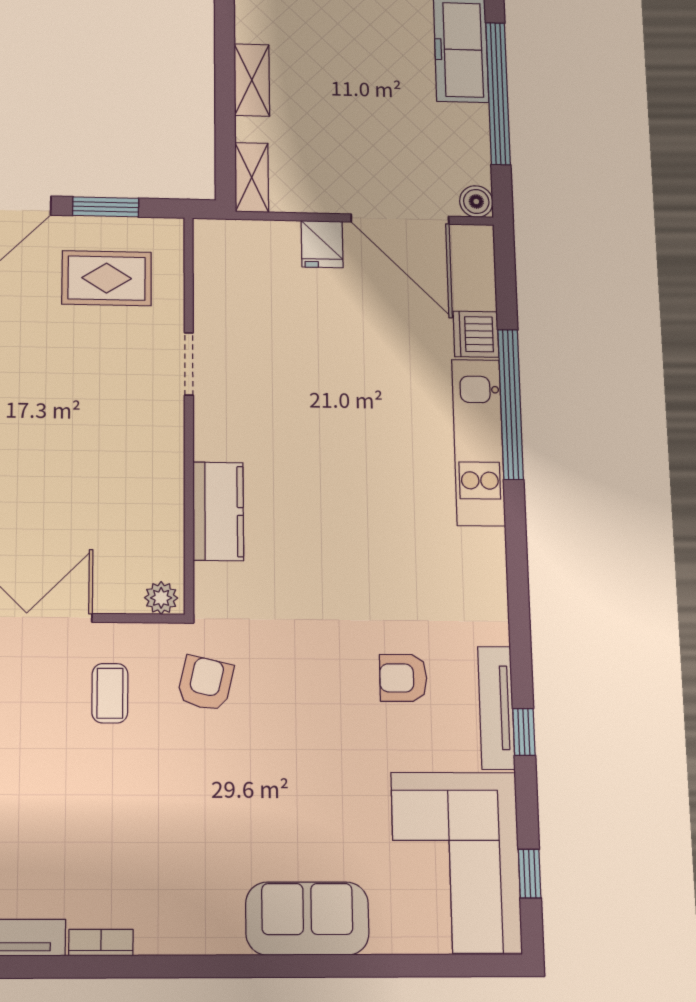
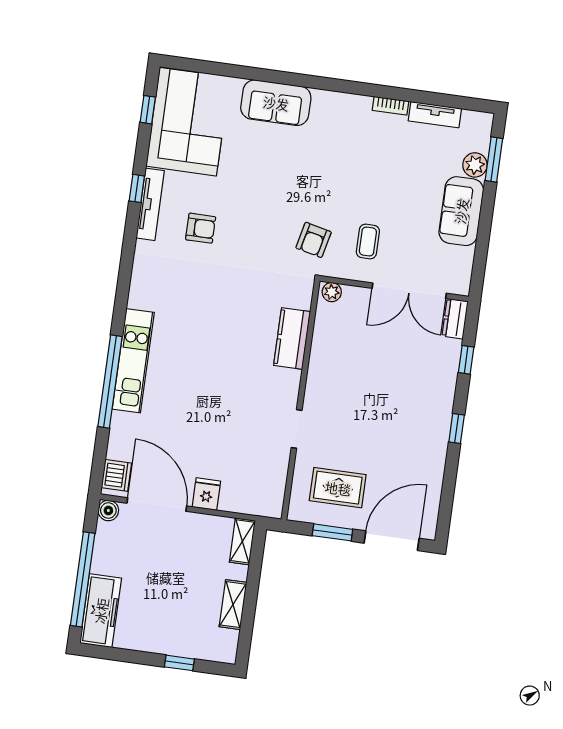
dishwasher: (476, 334) -> (116, 475), moved

